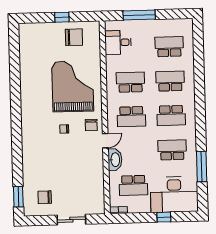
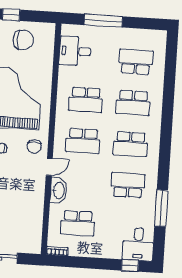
school desk: (170, 81) -> (133, 103), turned 180
school desk: (130, 82) -> (86, 100), turned 180
desk: (174, 194) -> (138, 244), width x0.53, depth x0.77
window: (164, 217) -> (130, 266), moved

